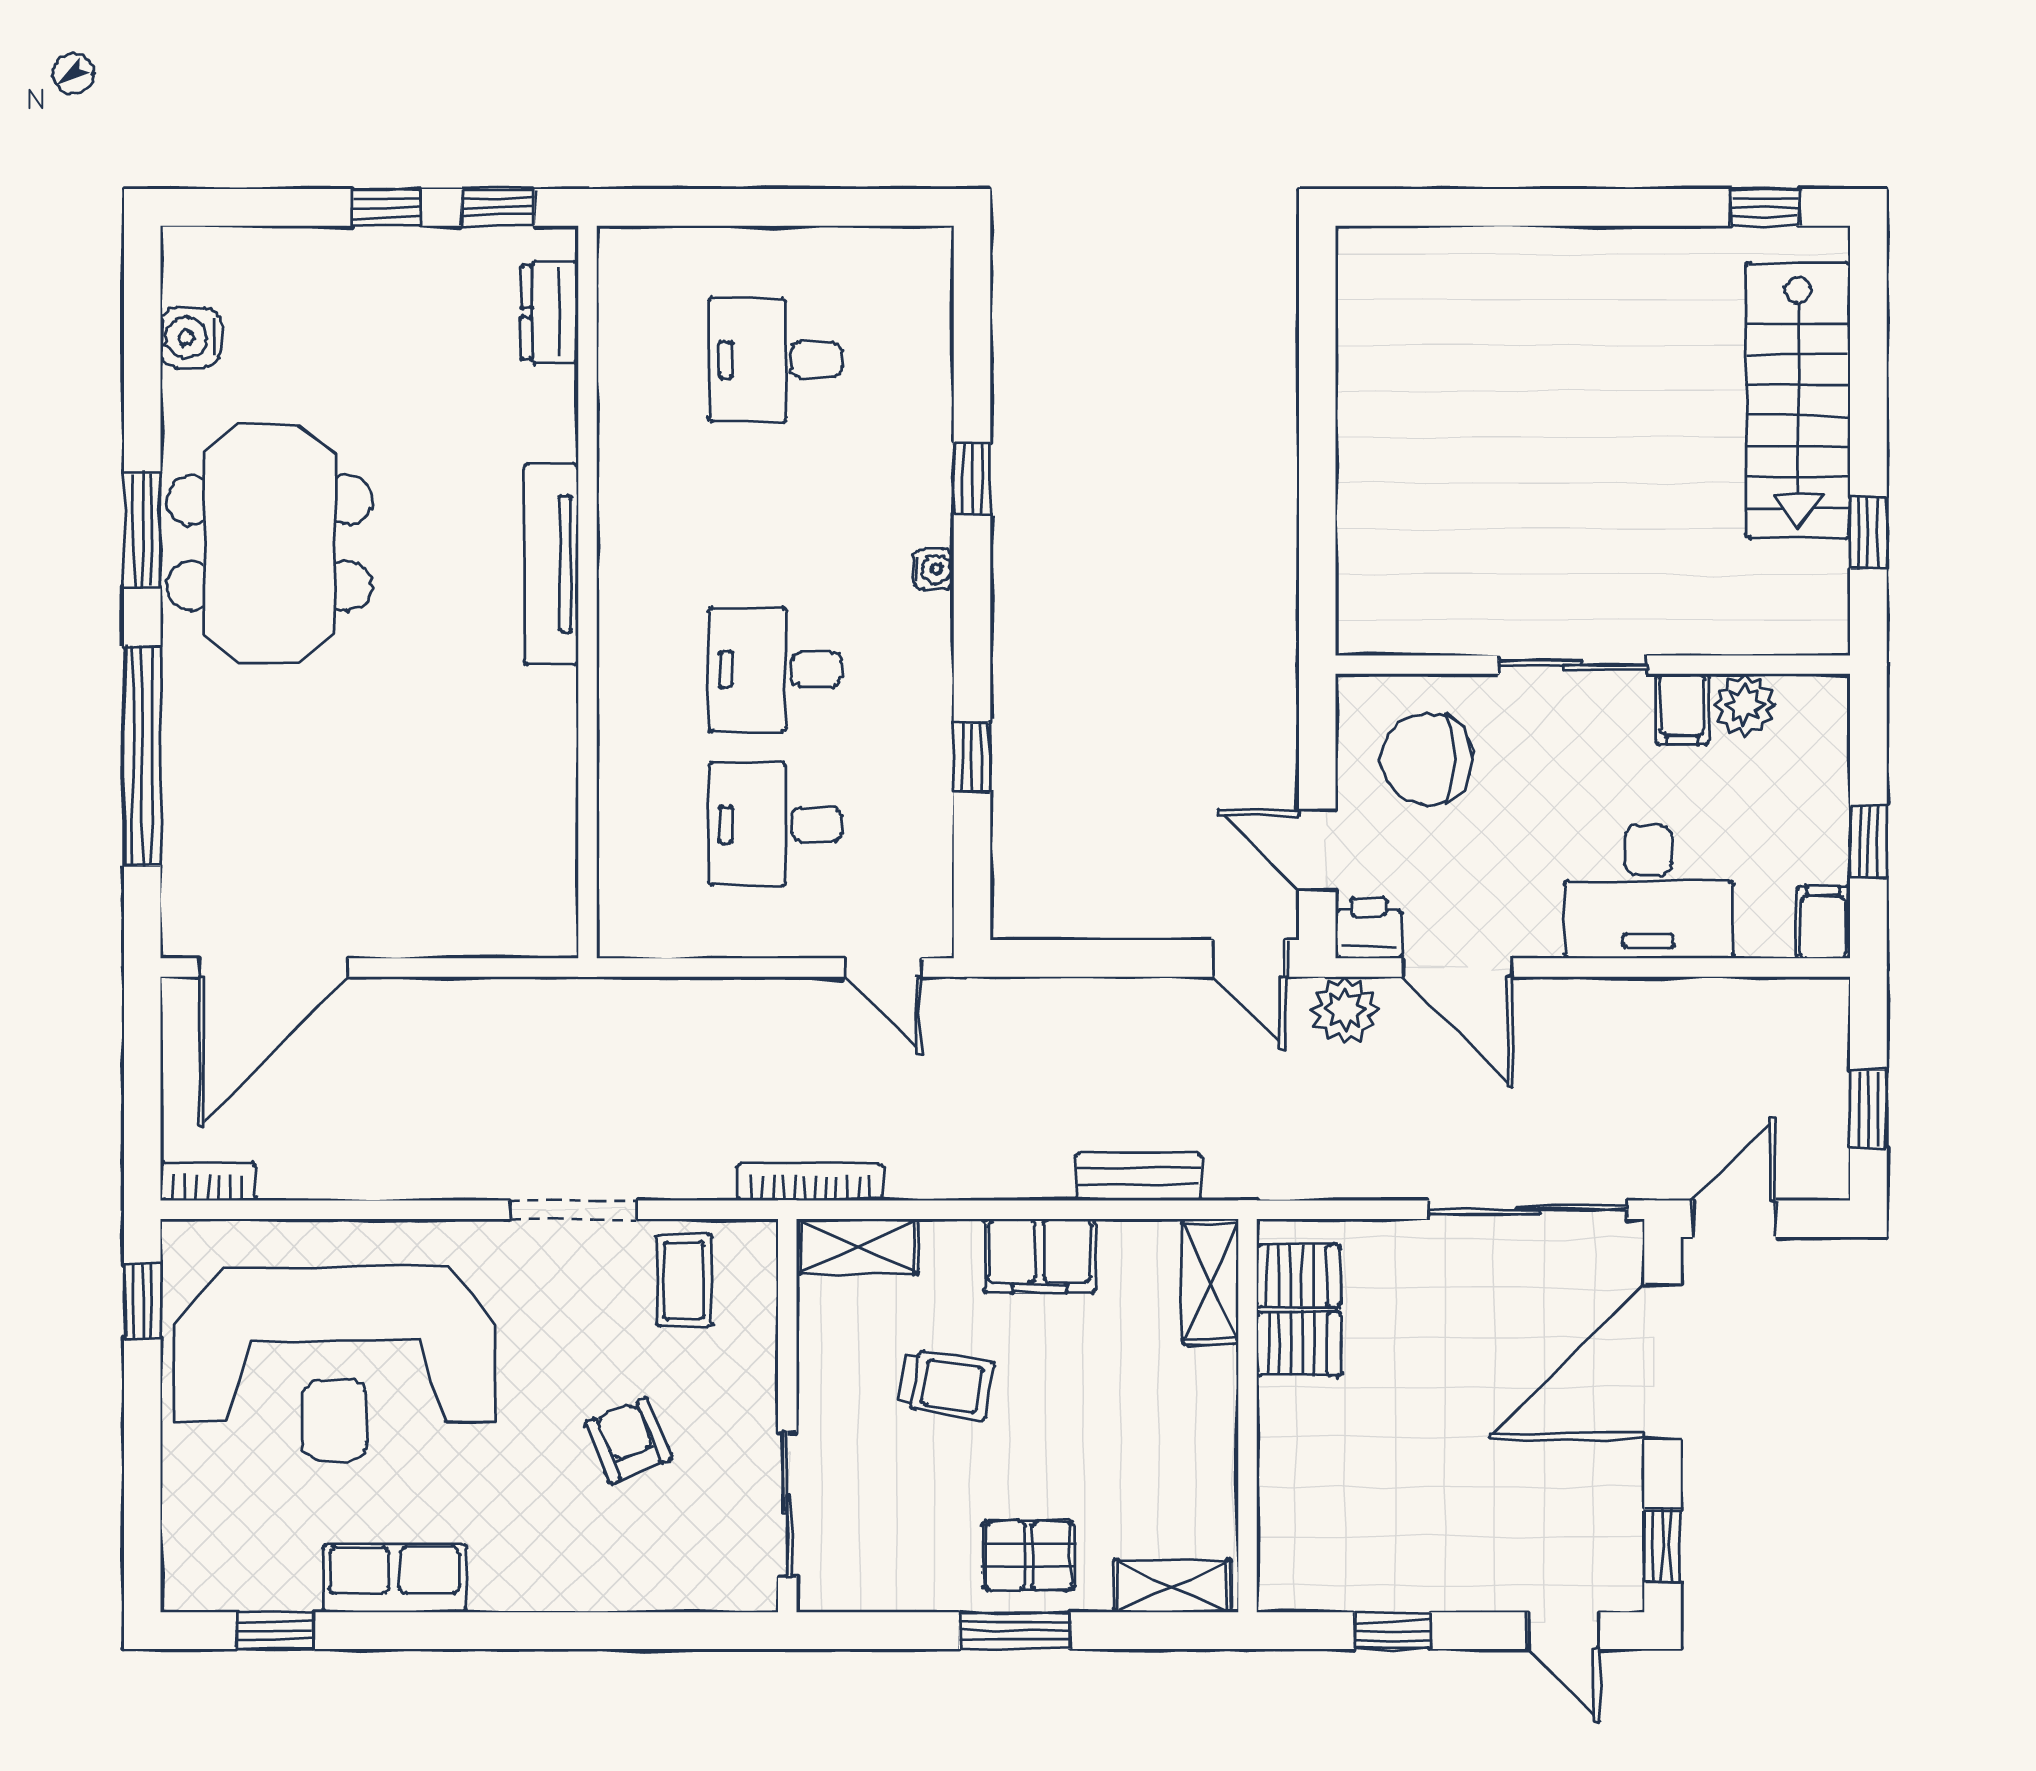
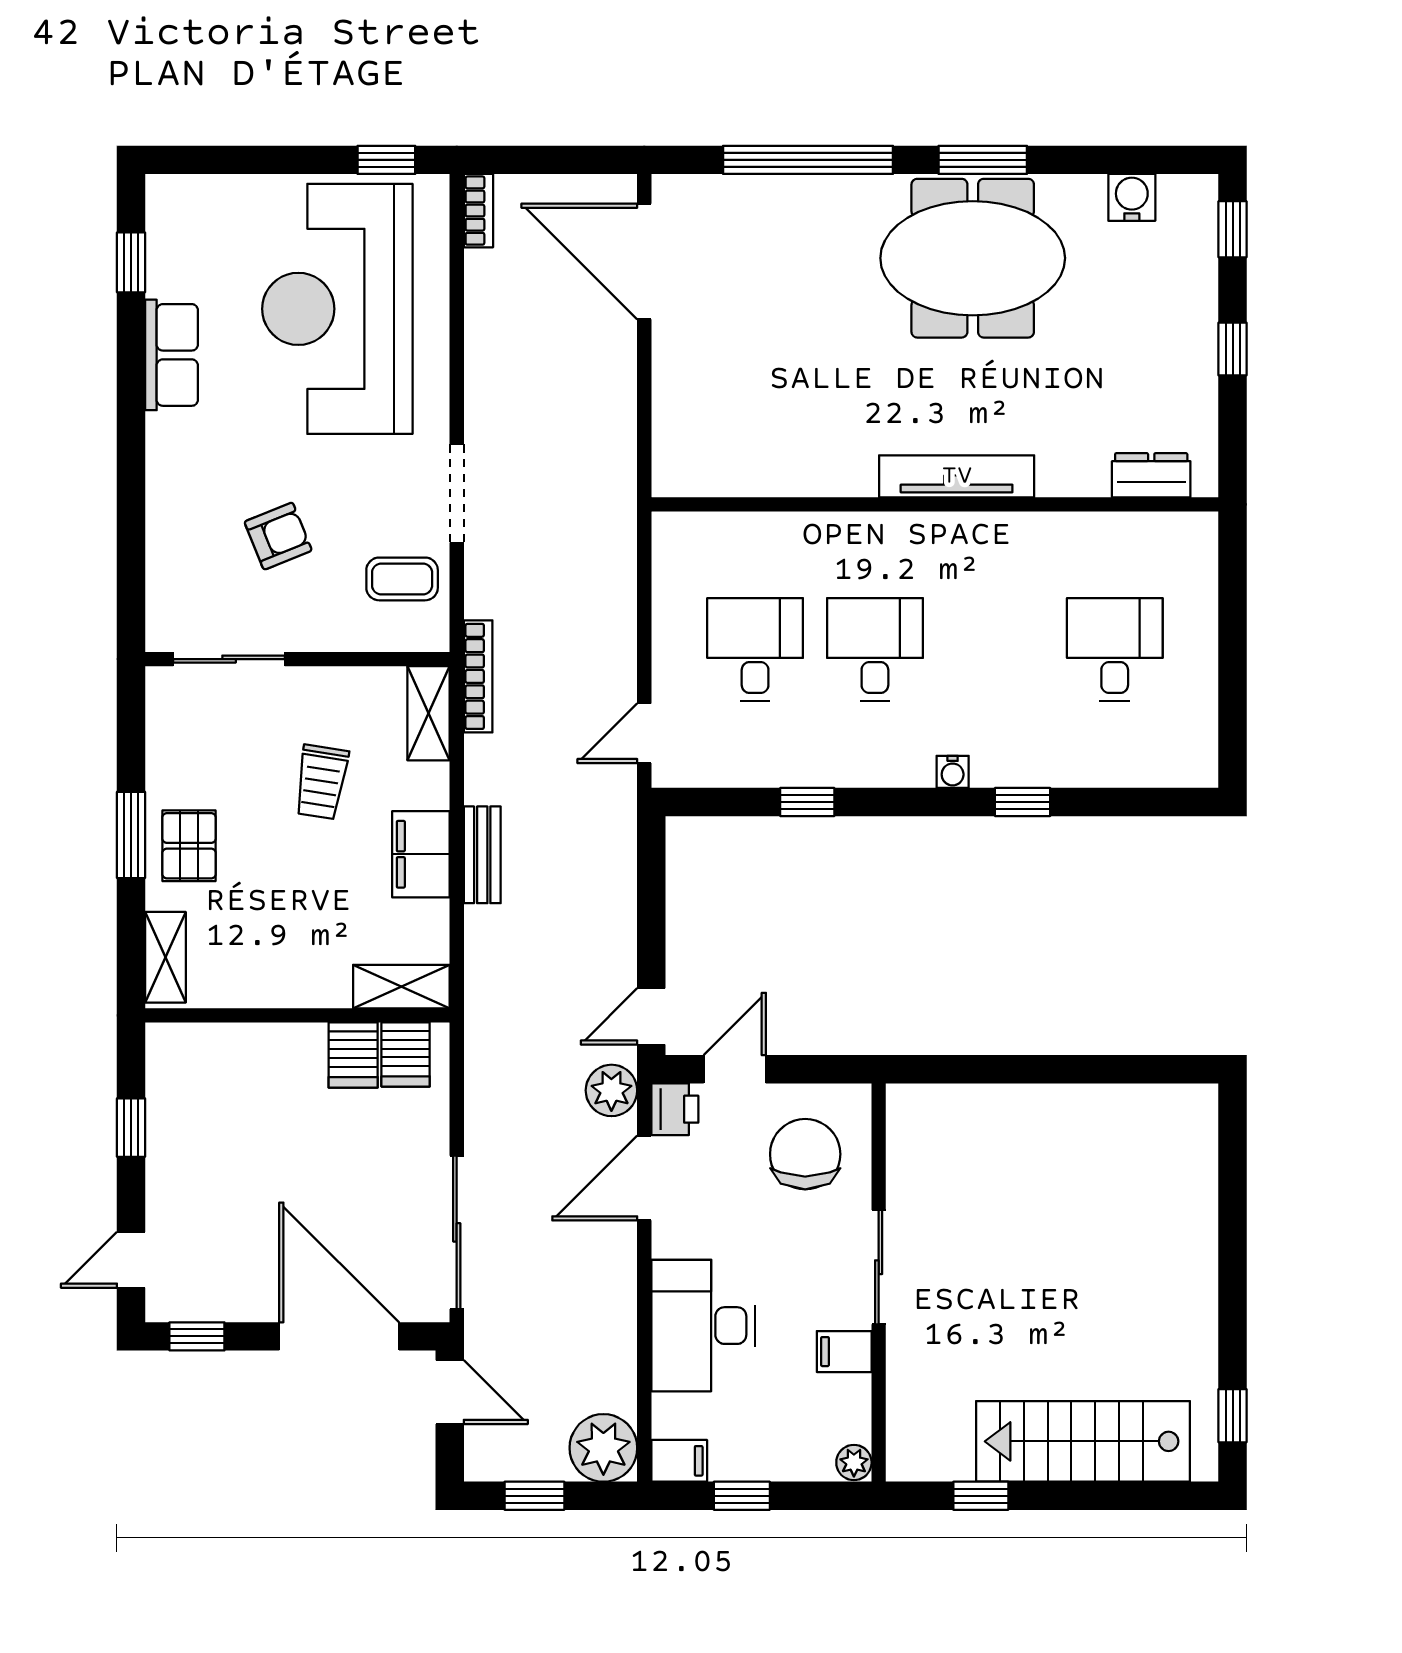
window: (498, 207) -> (1233, 229), moved
plant: (1745, 705) -> (854, 1463), moved, width x0.73, depth x0.73
plant: (1806, 1020) -> (603, 1448), added
bench: (1139, 1177) -> (482, 855), moved

